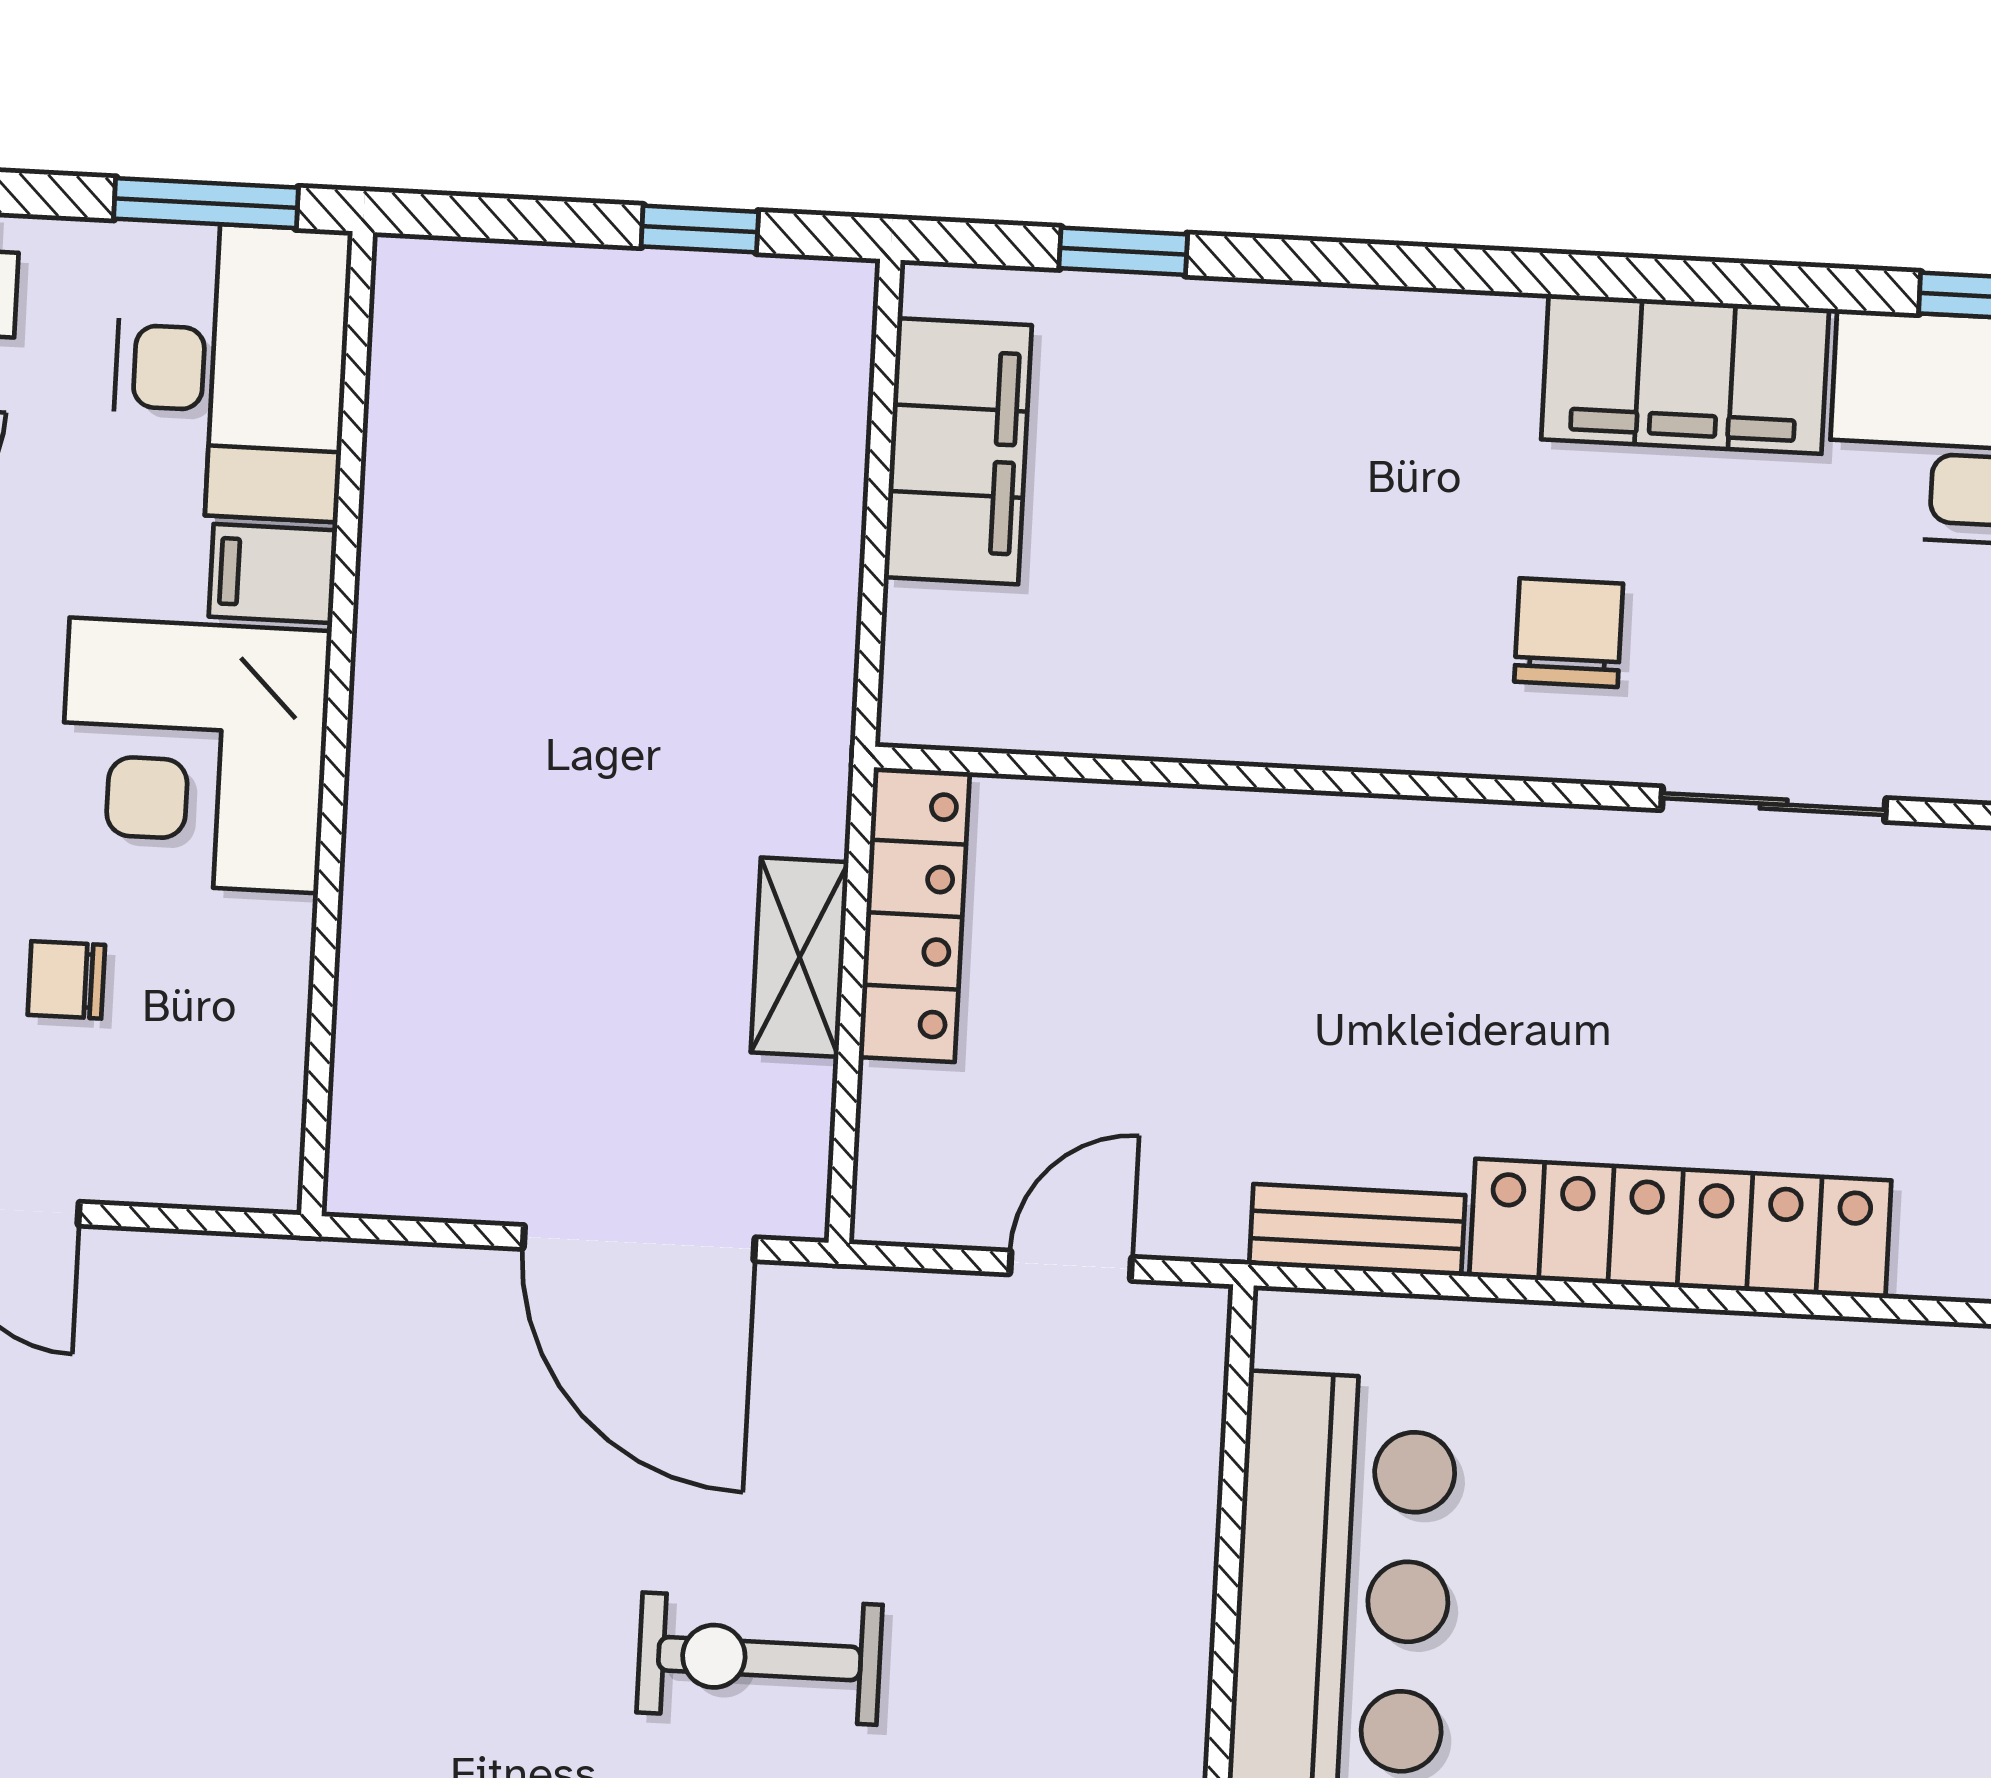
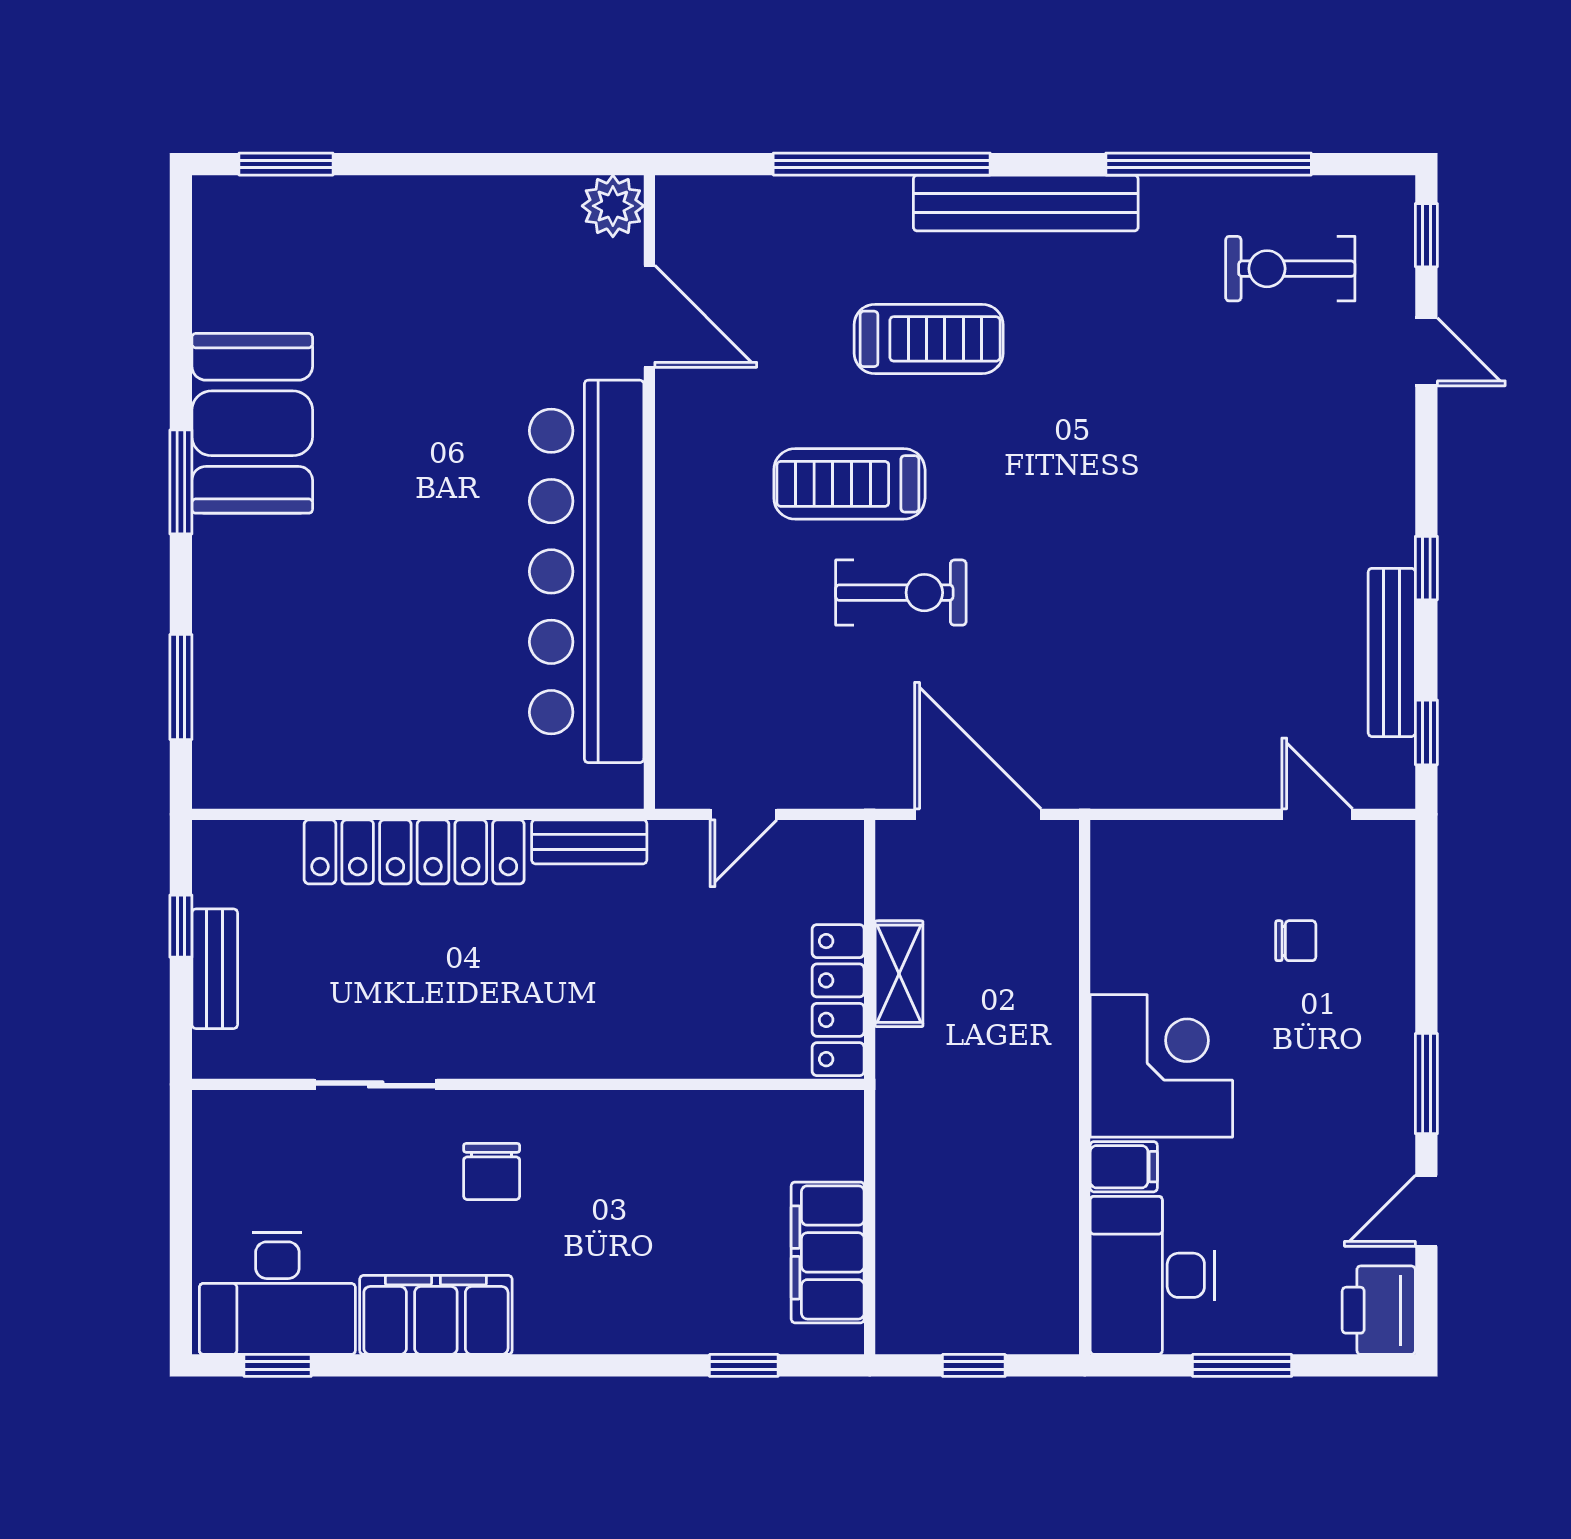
desk: (231, 371) -> (1152, 1275), moved
filing cabinet: (273, 573) -> (1124, 1167), moved
wall: (337, 724) -> (1085, 1087), moved
corner desk: (194, 755) -> (1161, 1066), moved

